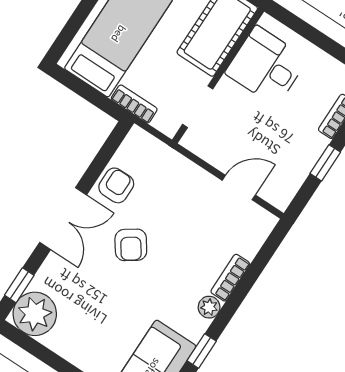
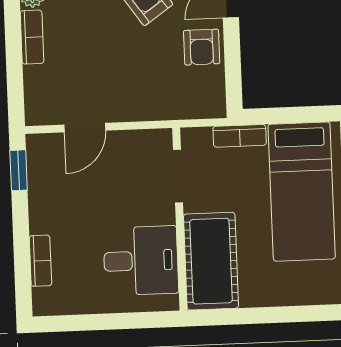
window: (325, 163) -> (19, 170), moved

